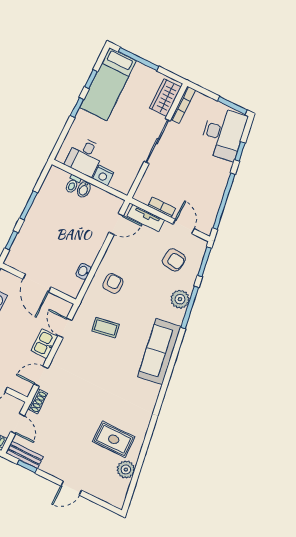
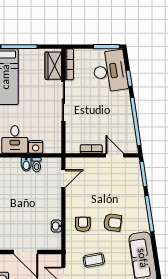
toilet: (73, 184) -> (37, 165), moved
tv unit: (146, 218) -> (83, 163), removed
armchair: (174, 260) -> (113, 223), moved
plant: (180, 299) -> (139, 211), removed

